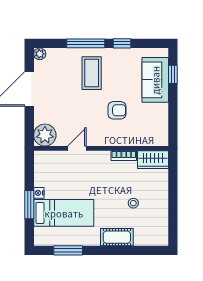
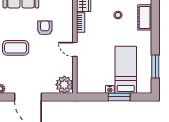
door: (77, 148) -> (75, 49), moved
cot: (117, 237) -> (145, 17), moved

